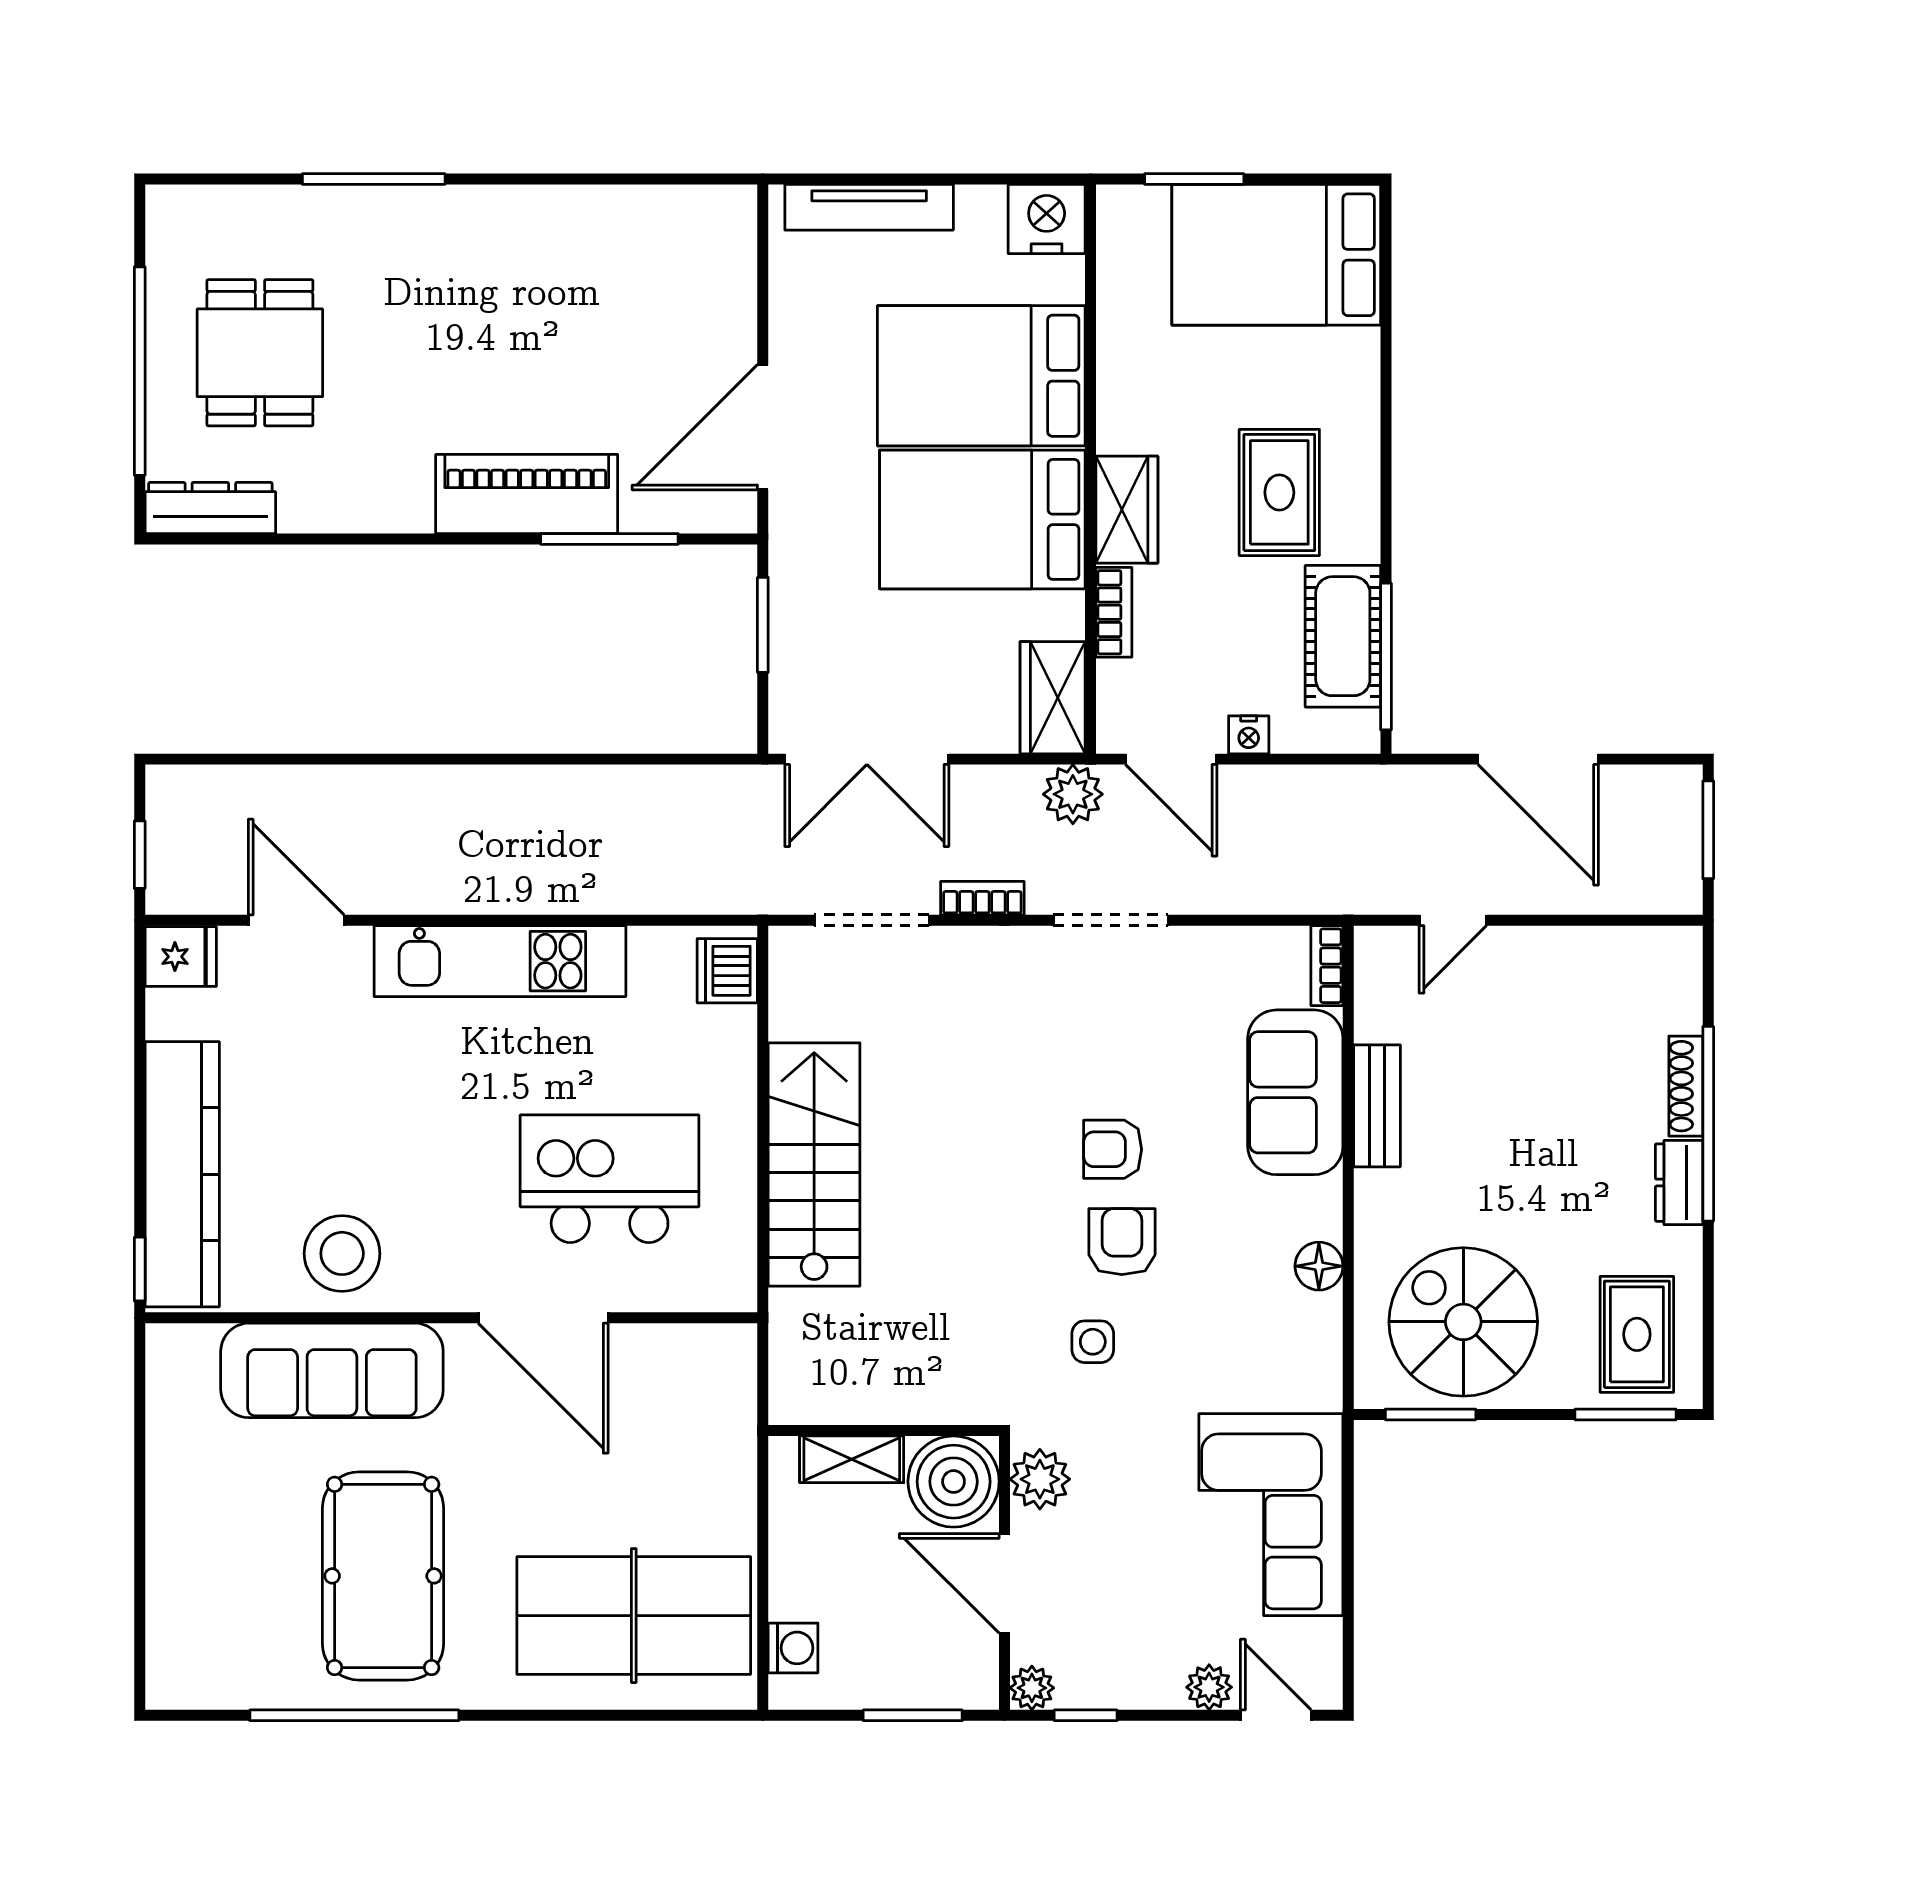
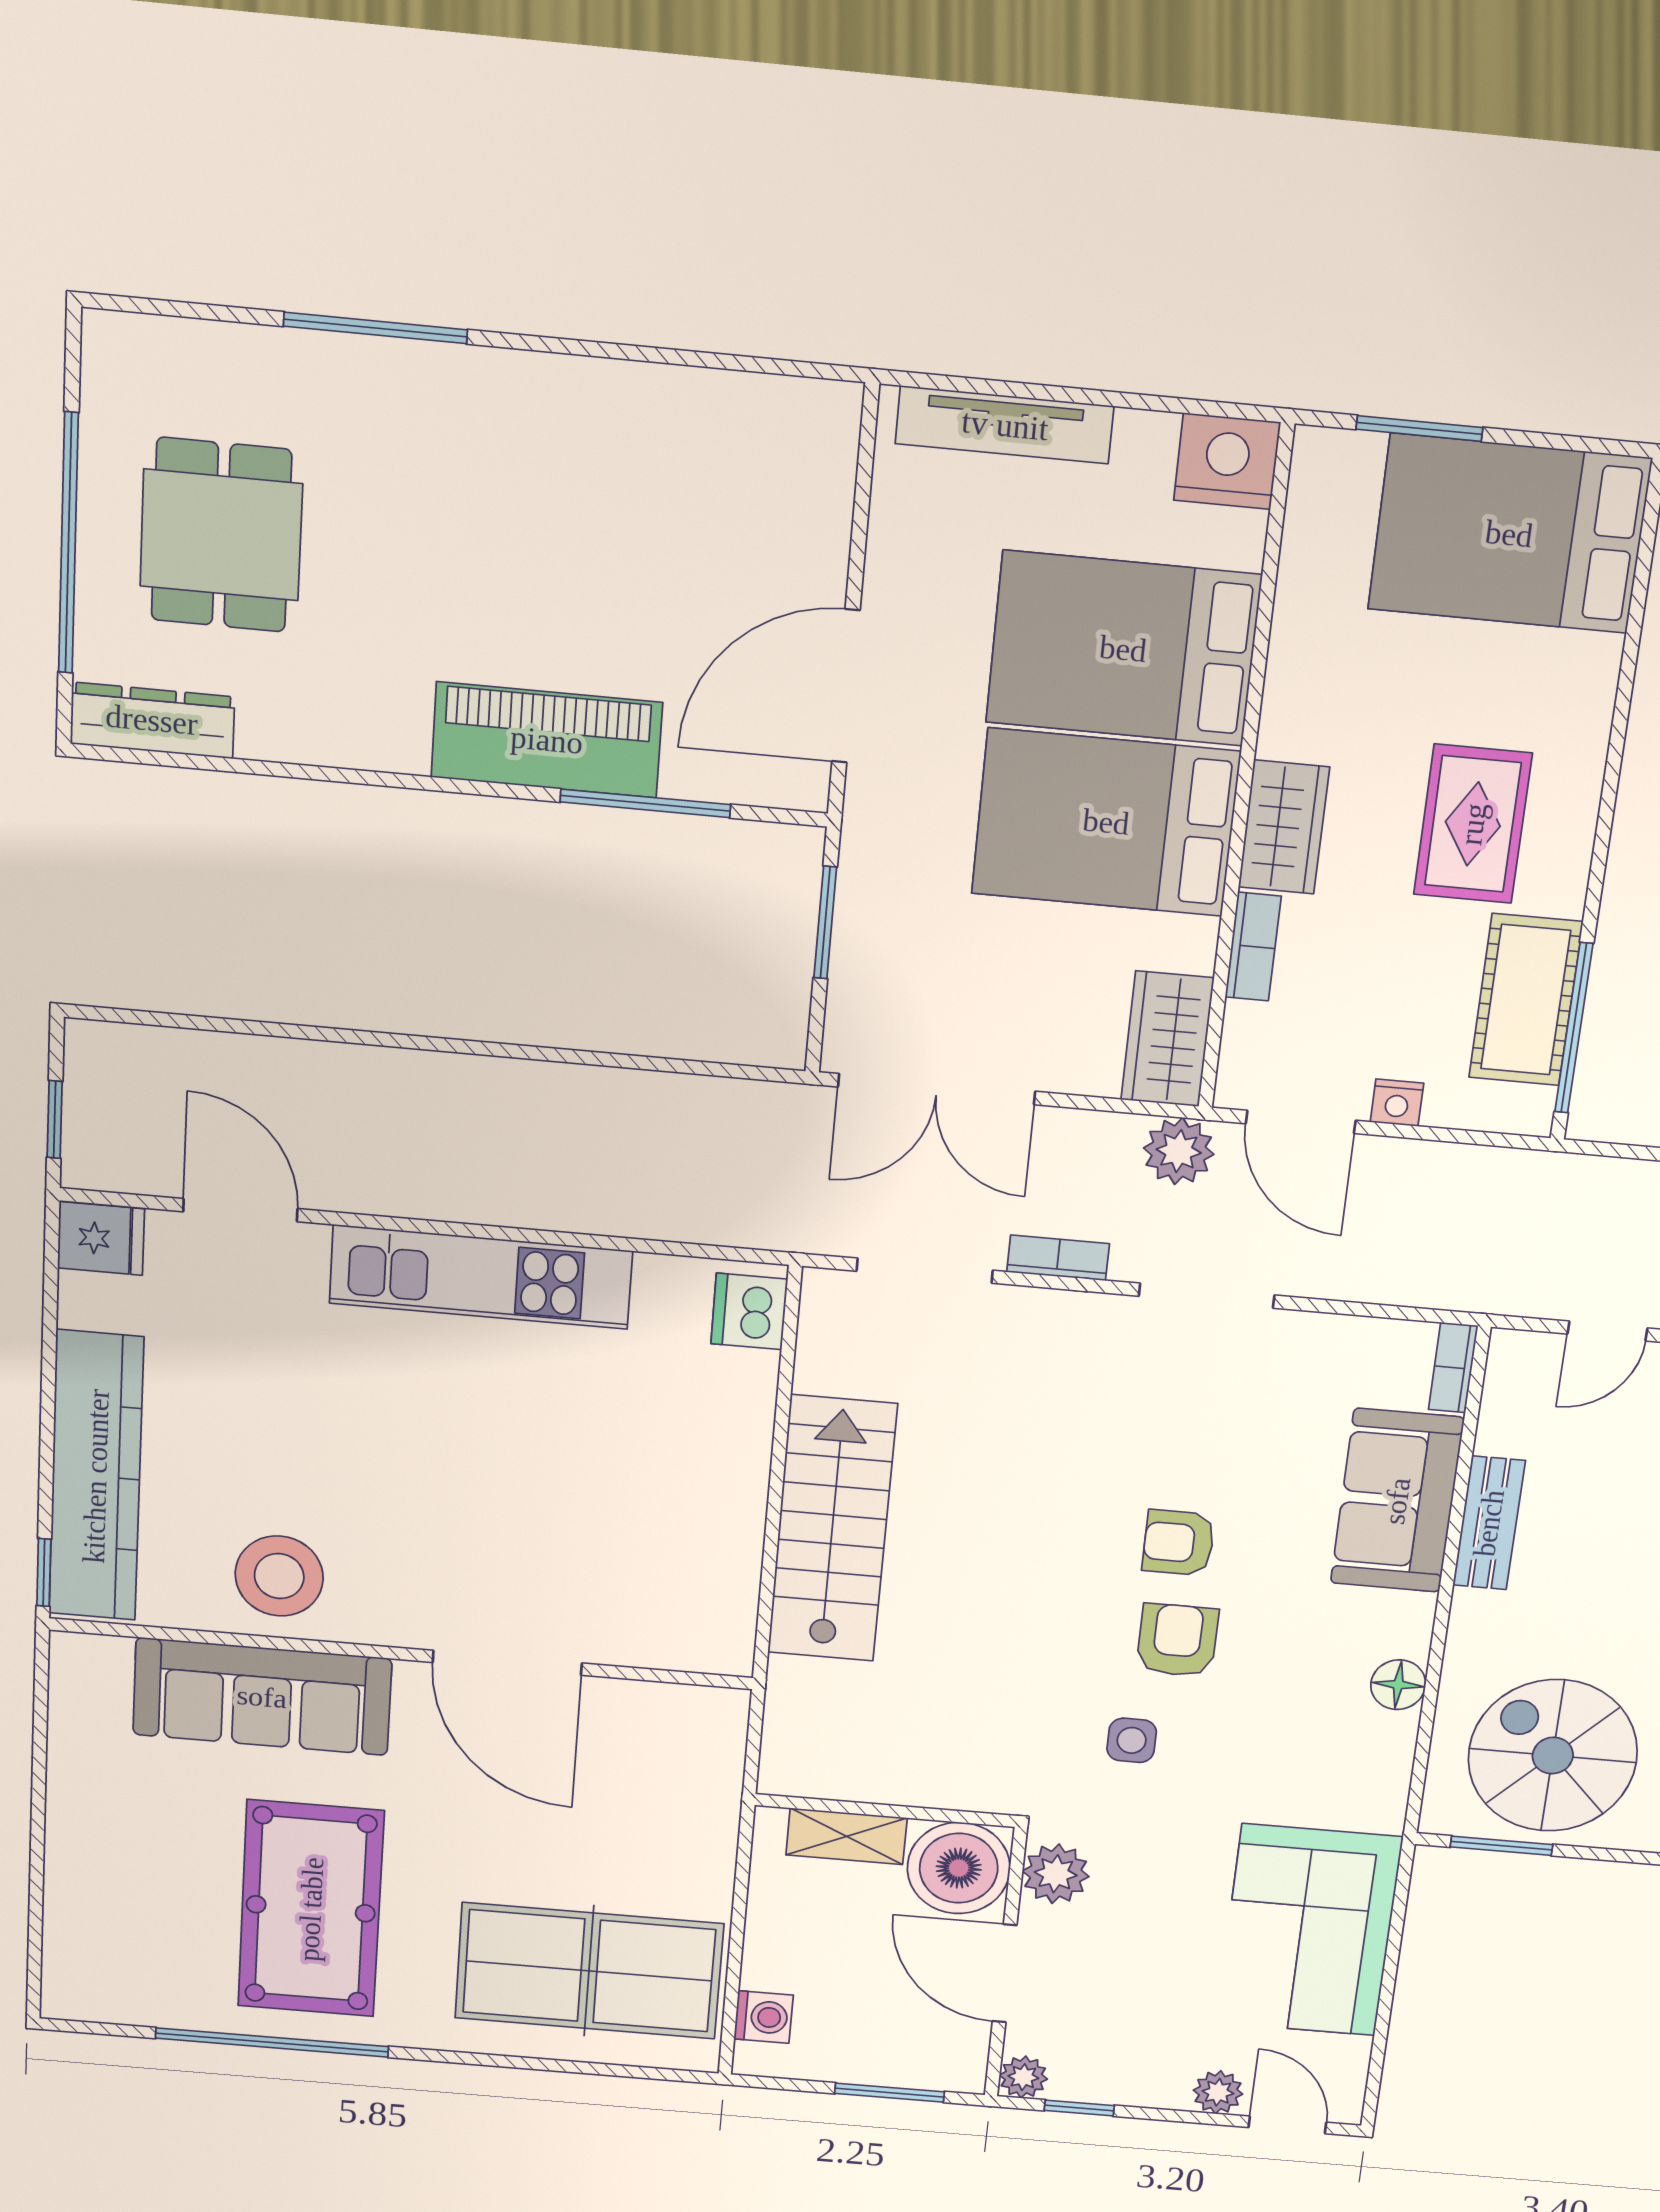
kitchen island: (610, 1179) -> (594, 1524), removed

